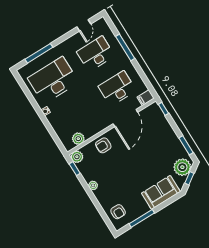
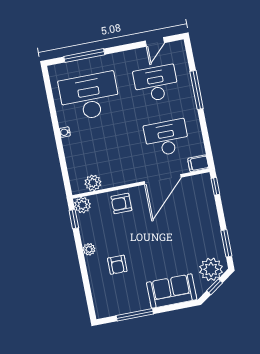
armchair: (118, 212) -> (117, 265), moved

